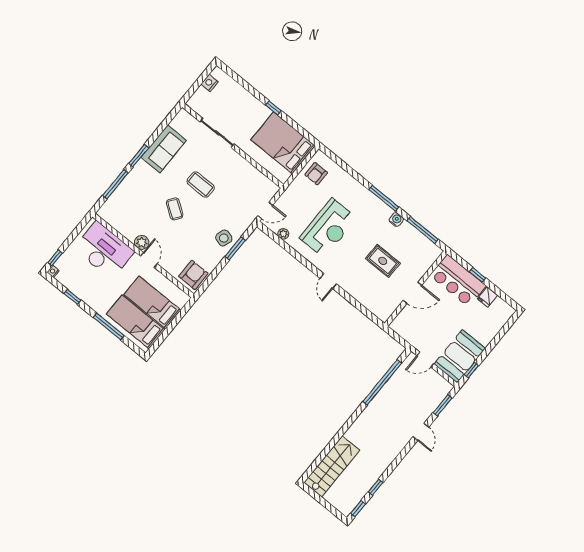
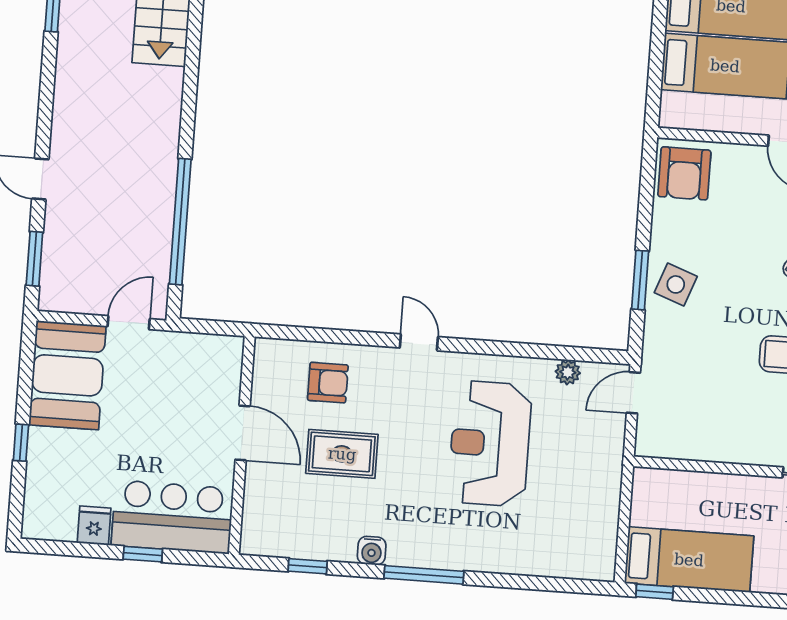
window: (273, 108) -> (655, 592), moved
bed: (283, 143) -> (689, 560), width x0.67
armchair: (316, 174) -> (328, 383), moved, turned 90
window: (423, 230) -> (308, 566), width x0.46
door: (412, 293) -> (243, 433), swing flipped
window: (471, 370) -> (21, 443), moved

